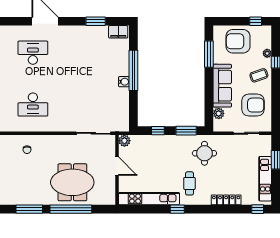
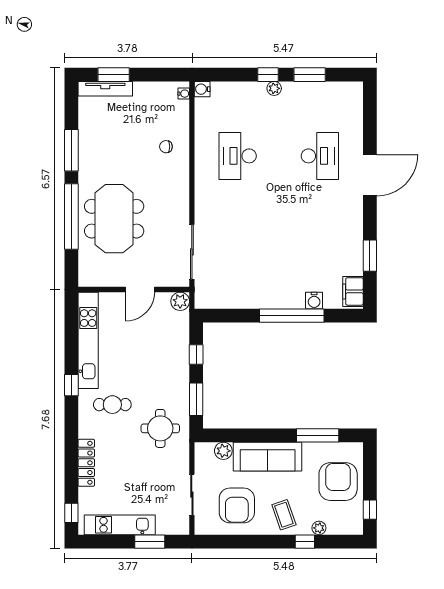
water cooler: (124, 82) -> (314, 301), moved

